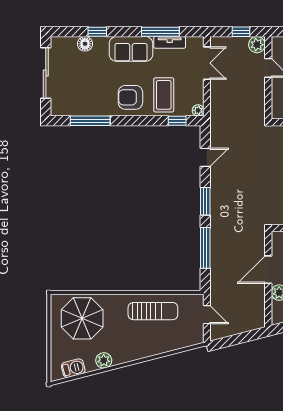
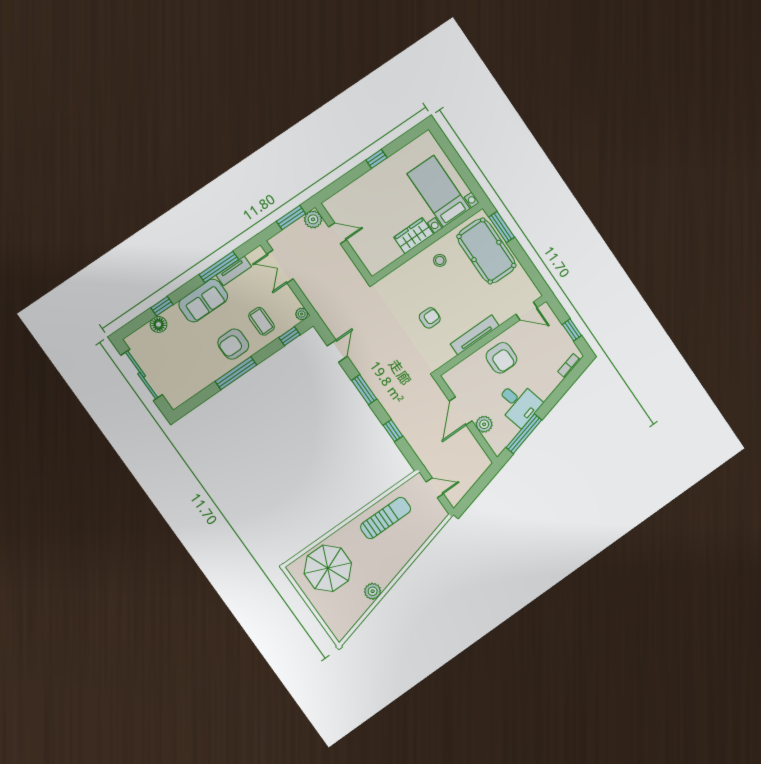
window: (241, 32) -> (291, 218), width x1.50
double door: (207, 63) -> (280, 266), swing flipped
coffee table: (164, 95) -> (261, 321), width x0.73, depth x0.77
window: (90, 121) -> (236, 373), moved
window: (205, 248) -> (393, 431), width x0.46
barbecue: (73, 368) -> (351, 617), removed

